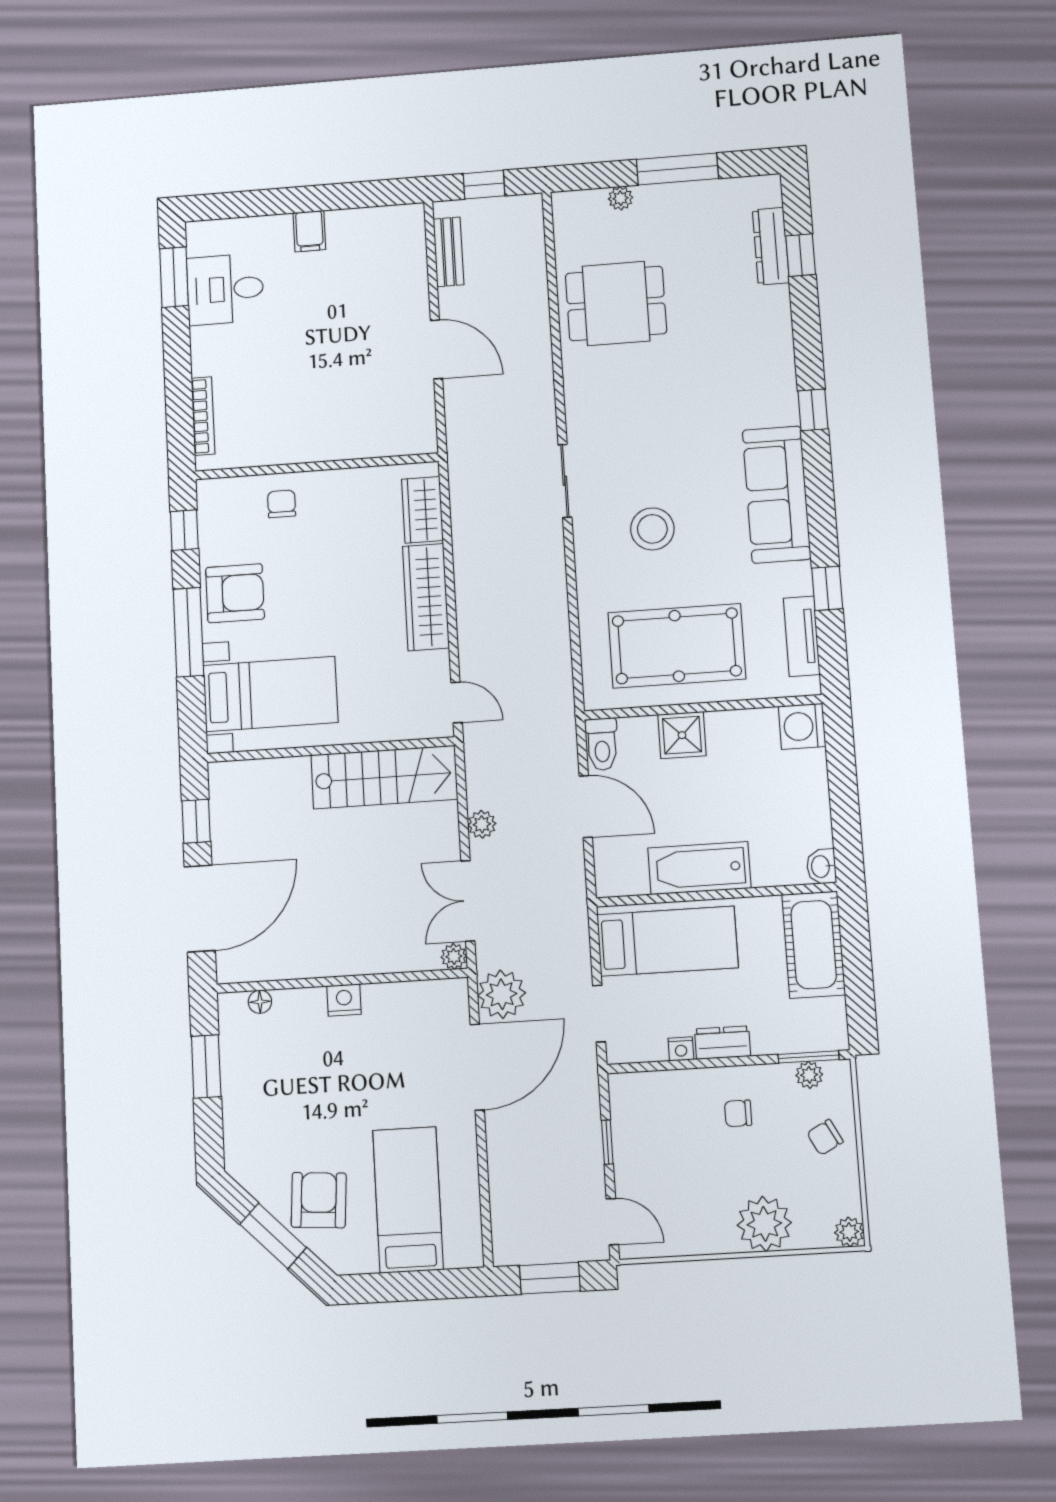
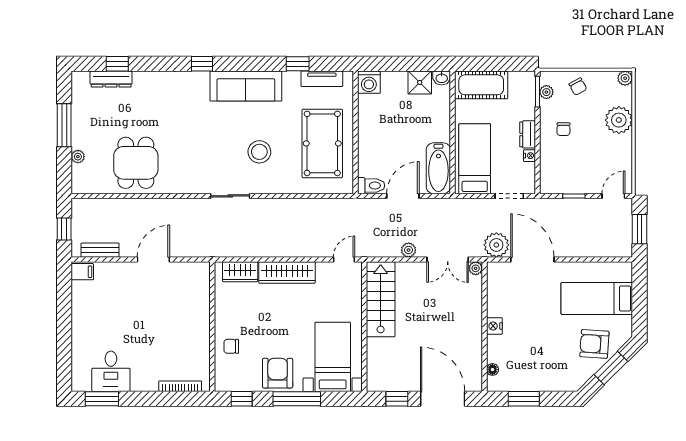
filing cabinet: (309, 231) -> (82, 272), moved
shower: (682, 735) -> (420, 82), moved
bathtub: (699, 868) -> (438, 168), moved

